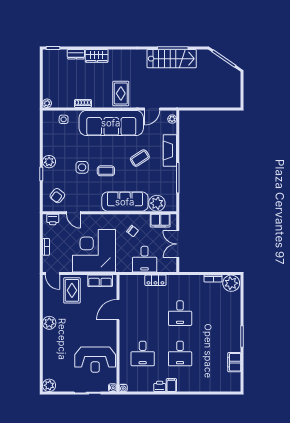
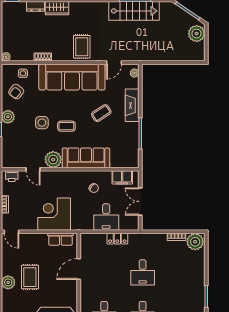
plant: (232, 81) -> (197, 34), added
armchair: (57, 196) -> (16, 92), moved
plant: (157, 203) -> (53, 160), moved
corner desk: (94, 251) -> (54, 214), width x0.74, depth x0.74
rug: (72, 290) -> (30, 277), moved

